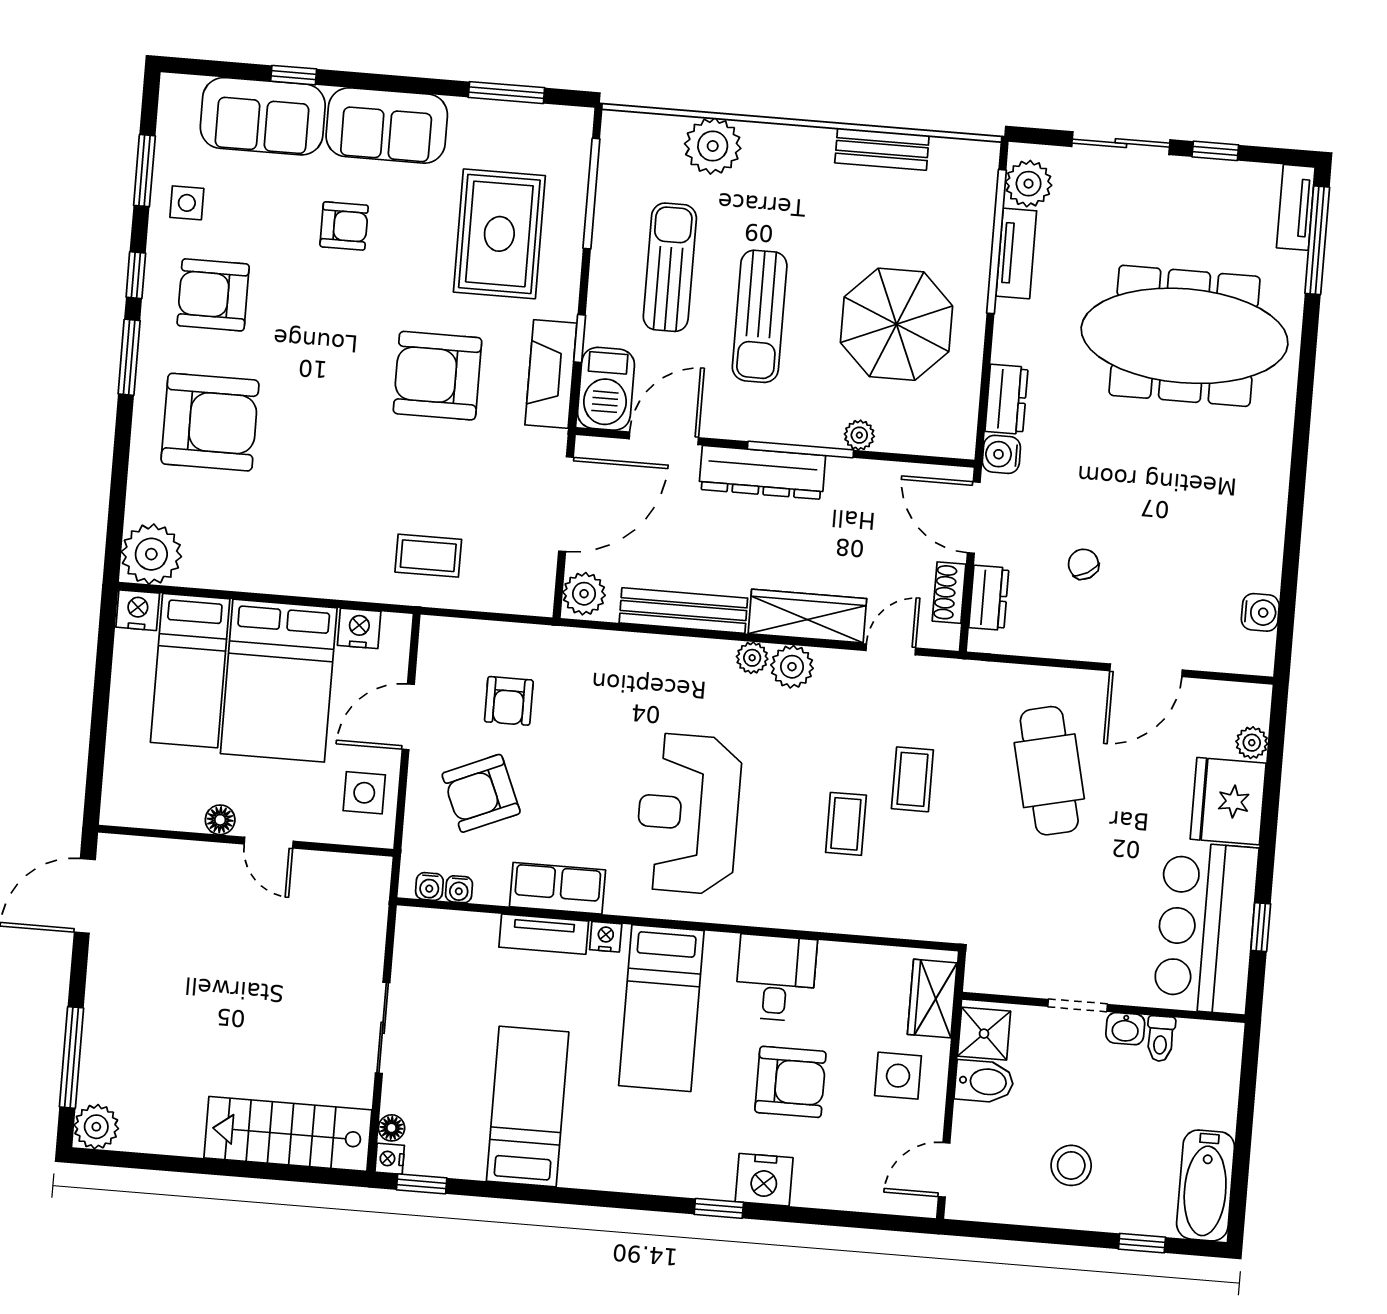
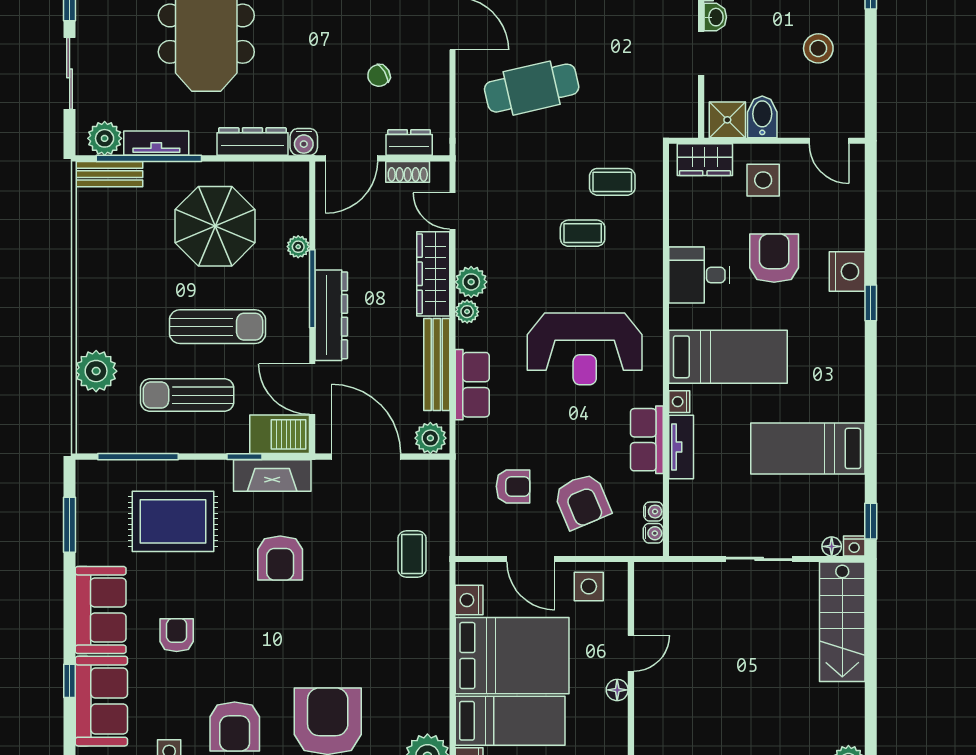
bench: (882, 149) -> (109, 174), moved, turned 90
armchair: (437, 376) -> (280, 558), width x0.73, depth x0.73
dresser: (1006, 399) -> (252, 142), width x1.44
row of seats: (652, 657) -> (472, 385), added
coffee table: (912, 779) -> (612, 182), moved

